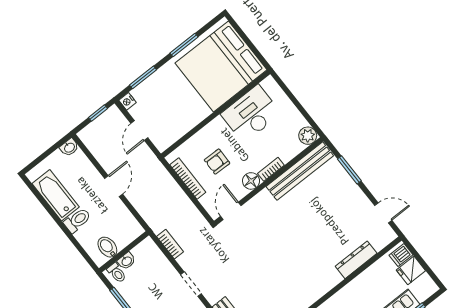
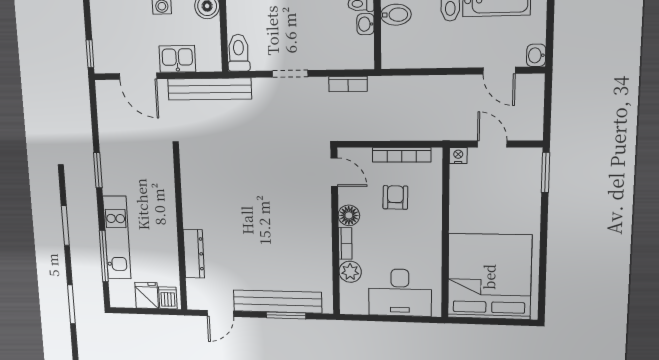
window: (184, 45) -> (543, 258), removed
window: (143, 77) -> (546, 173), moved
nightstand: (128, 101) -> (458, 156), moved
window: (98, 113) -> (547, 115), removed
desk: (251, 114) -> (400, 293), moved, turned 90
plant: (308, 136) -> (350, 272), moved
bench: (300, 171) -> (277, 302), moved, turned 90
door: (114, 186) -> (499, 71), moved

